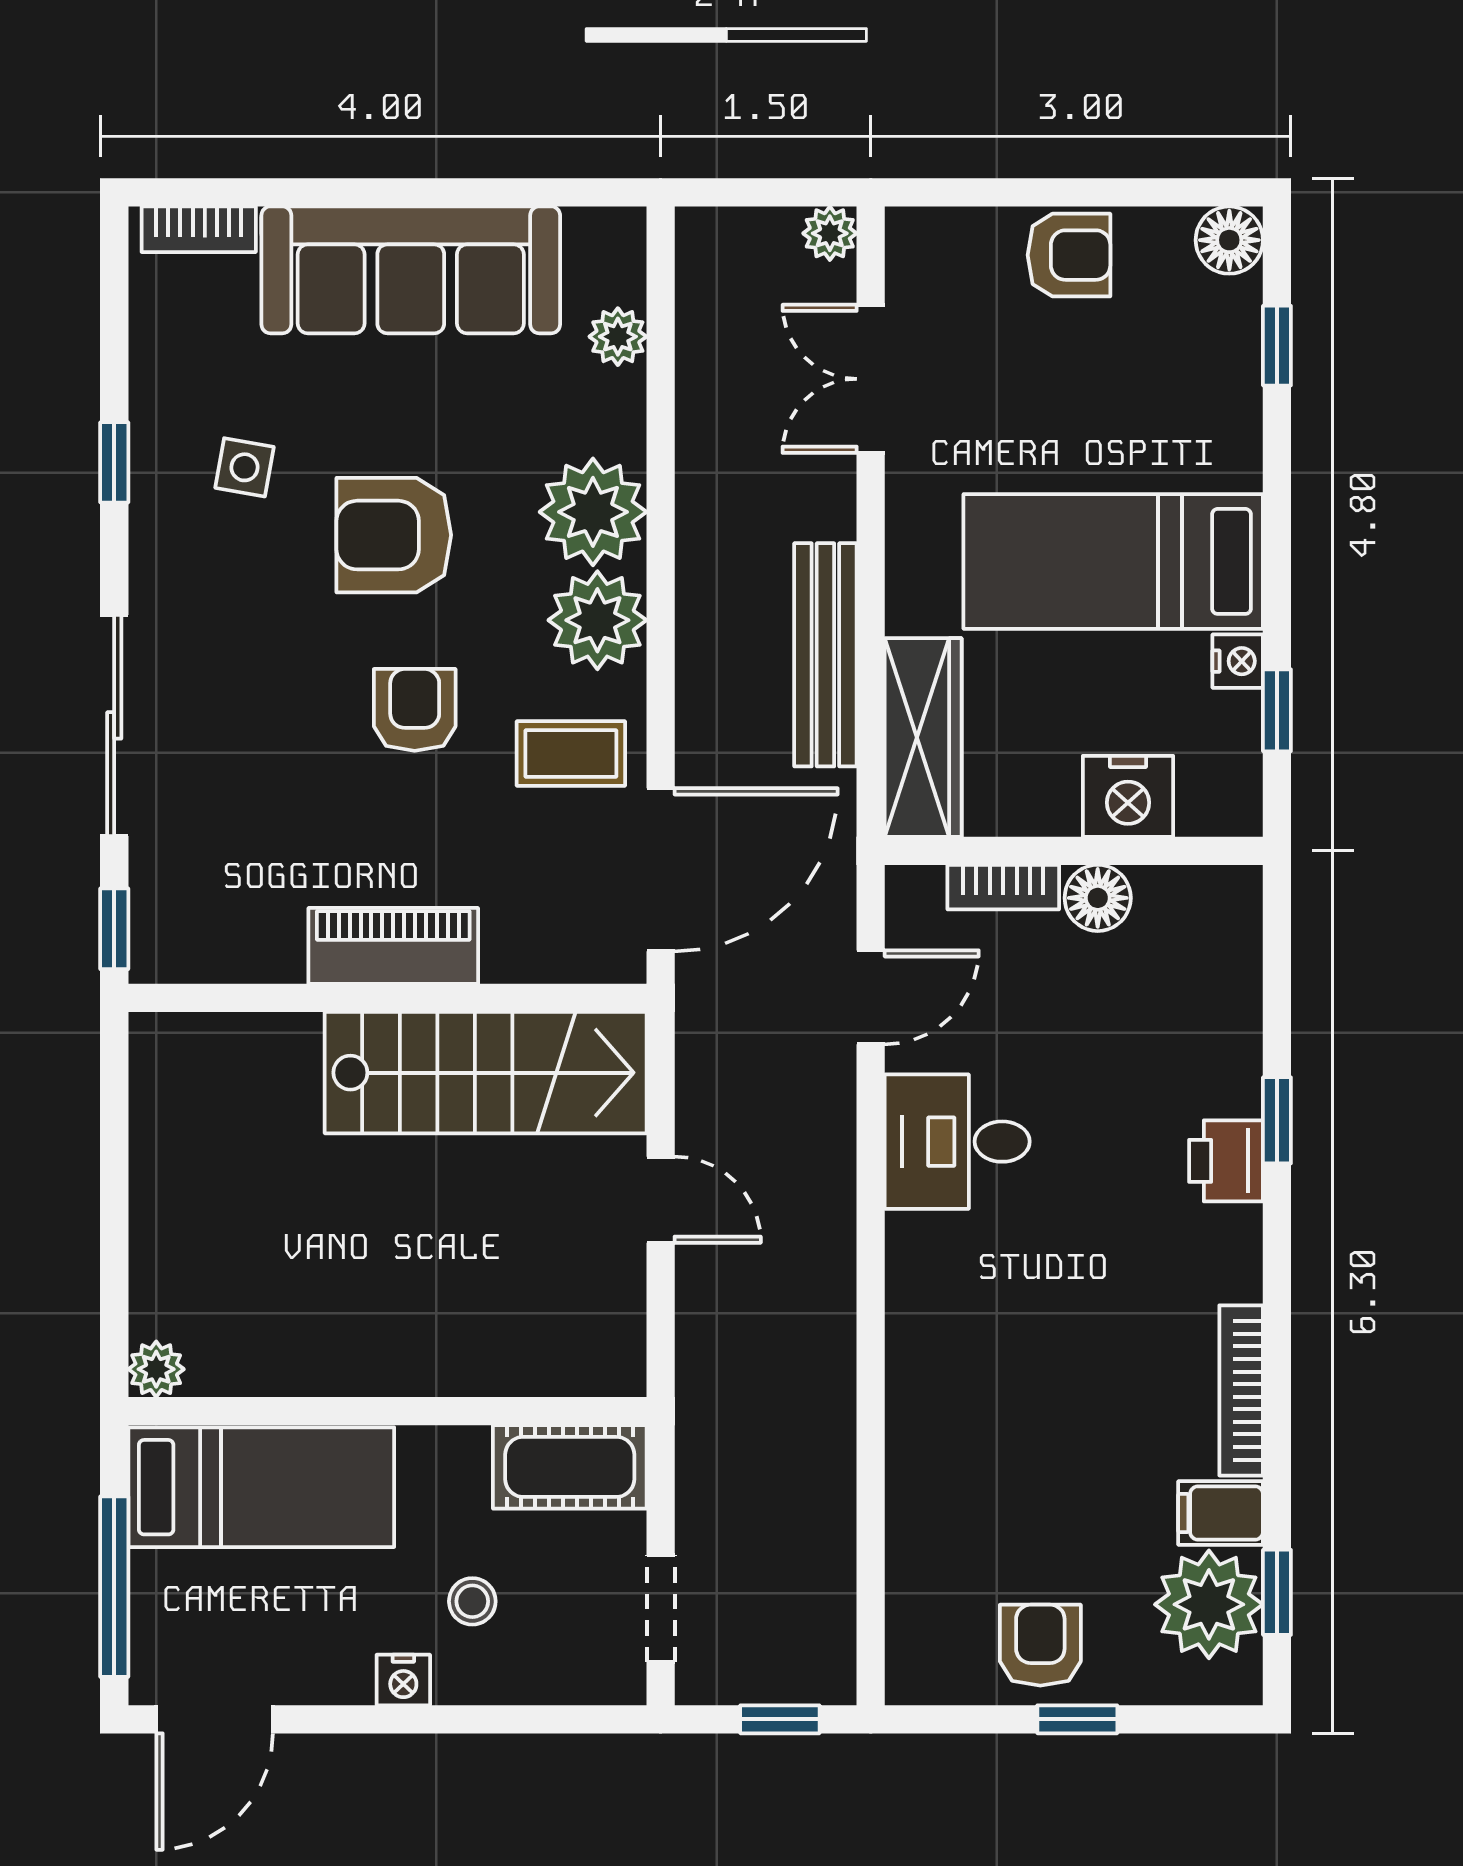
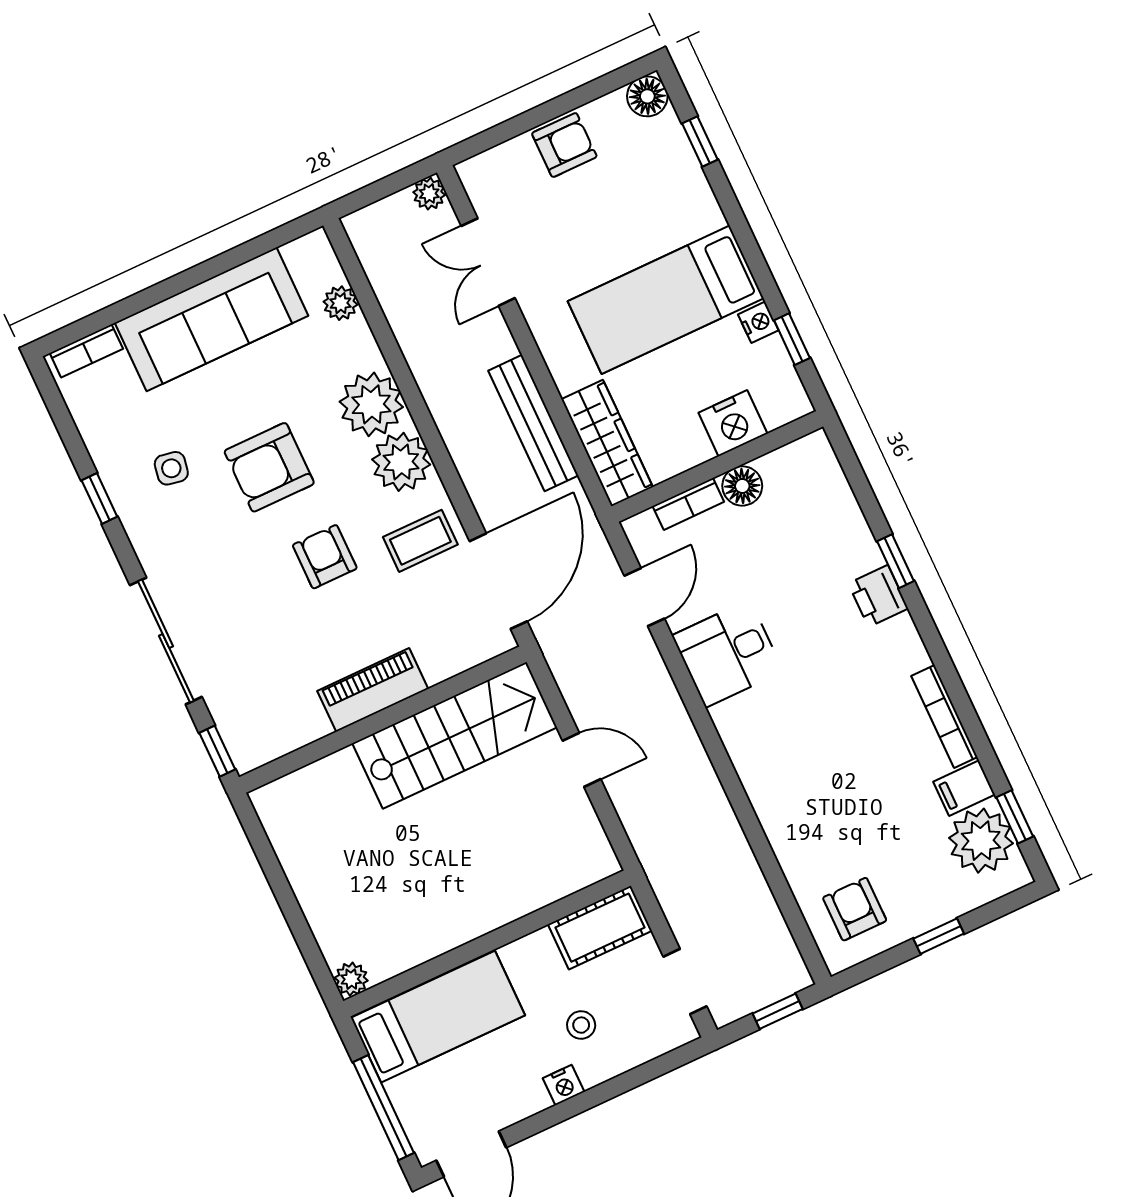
armchair: (1040, 1645) -> (855, 909), moved

